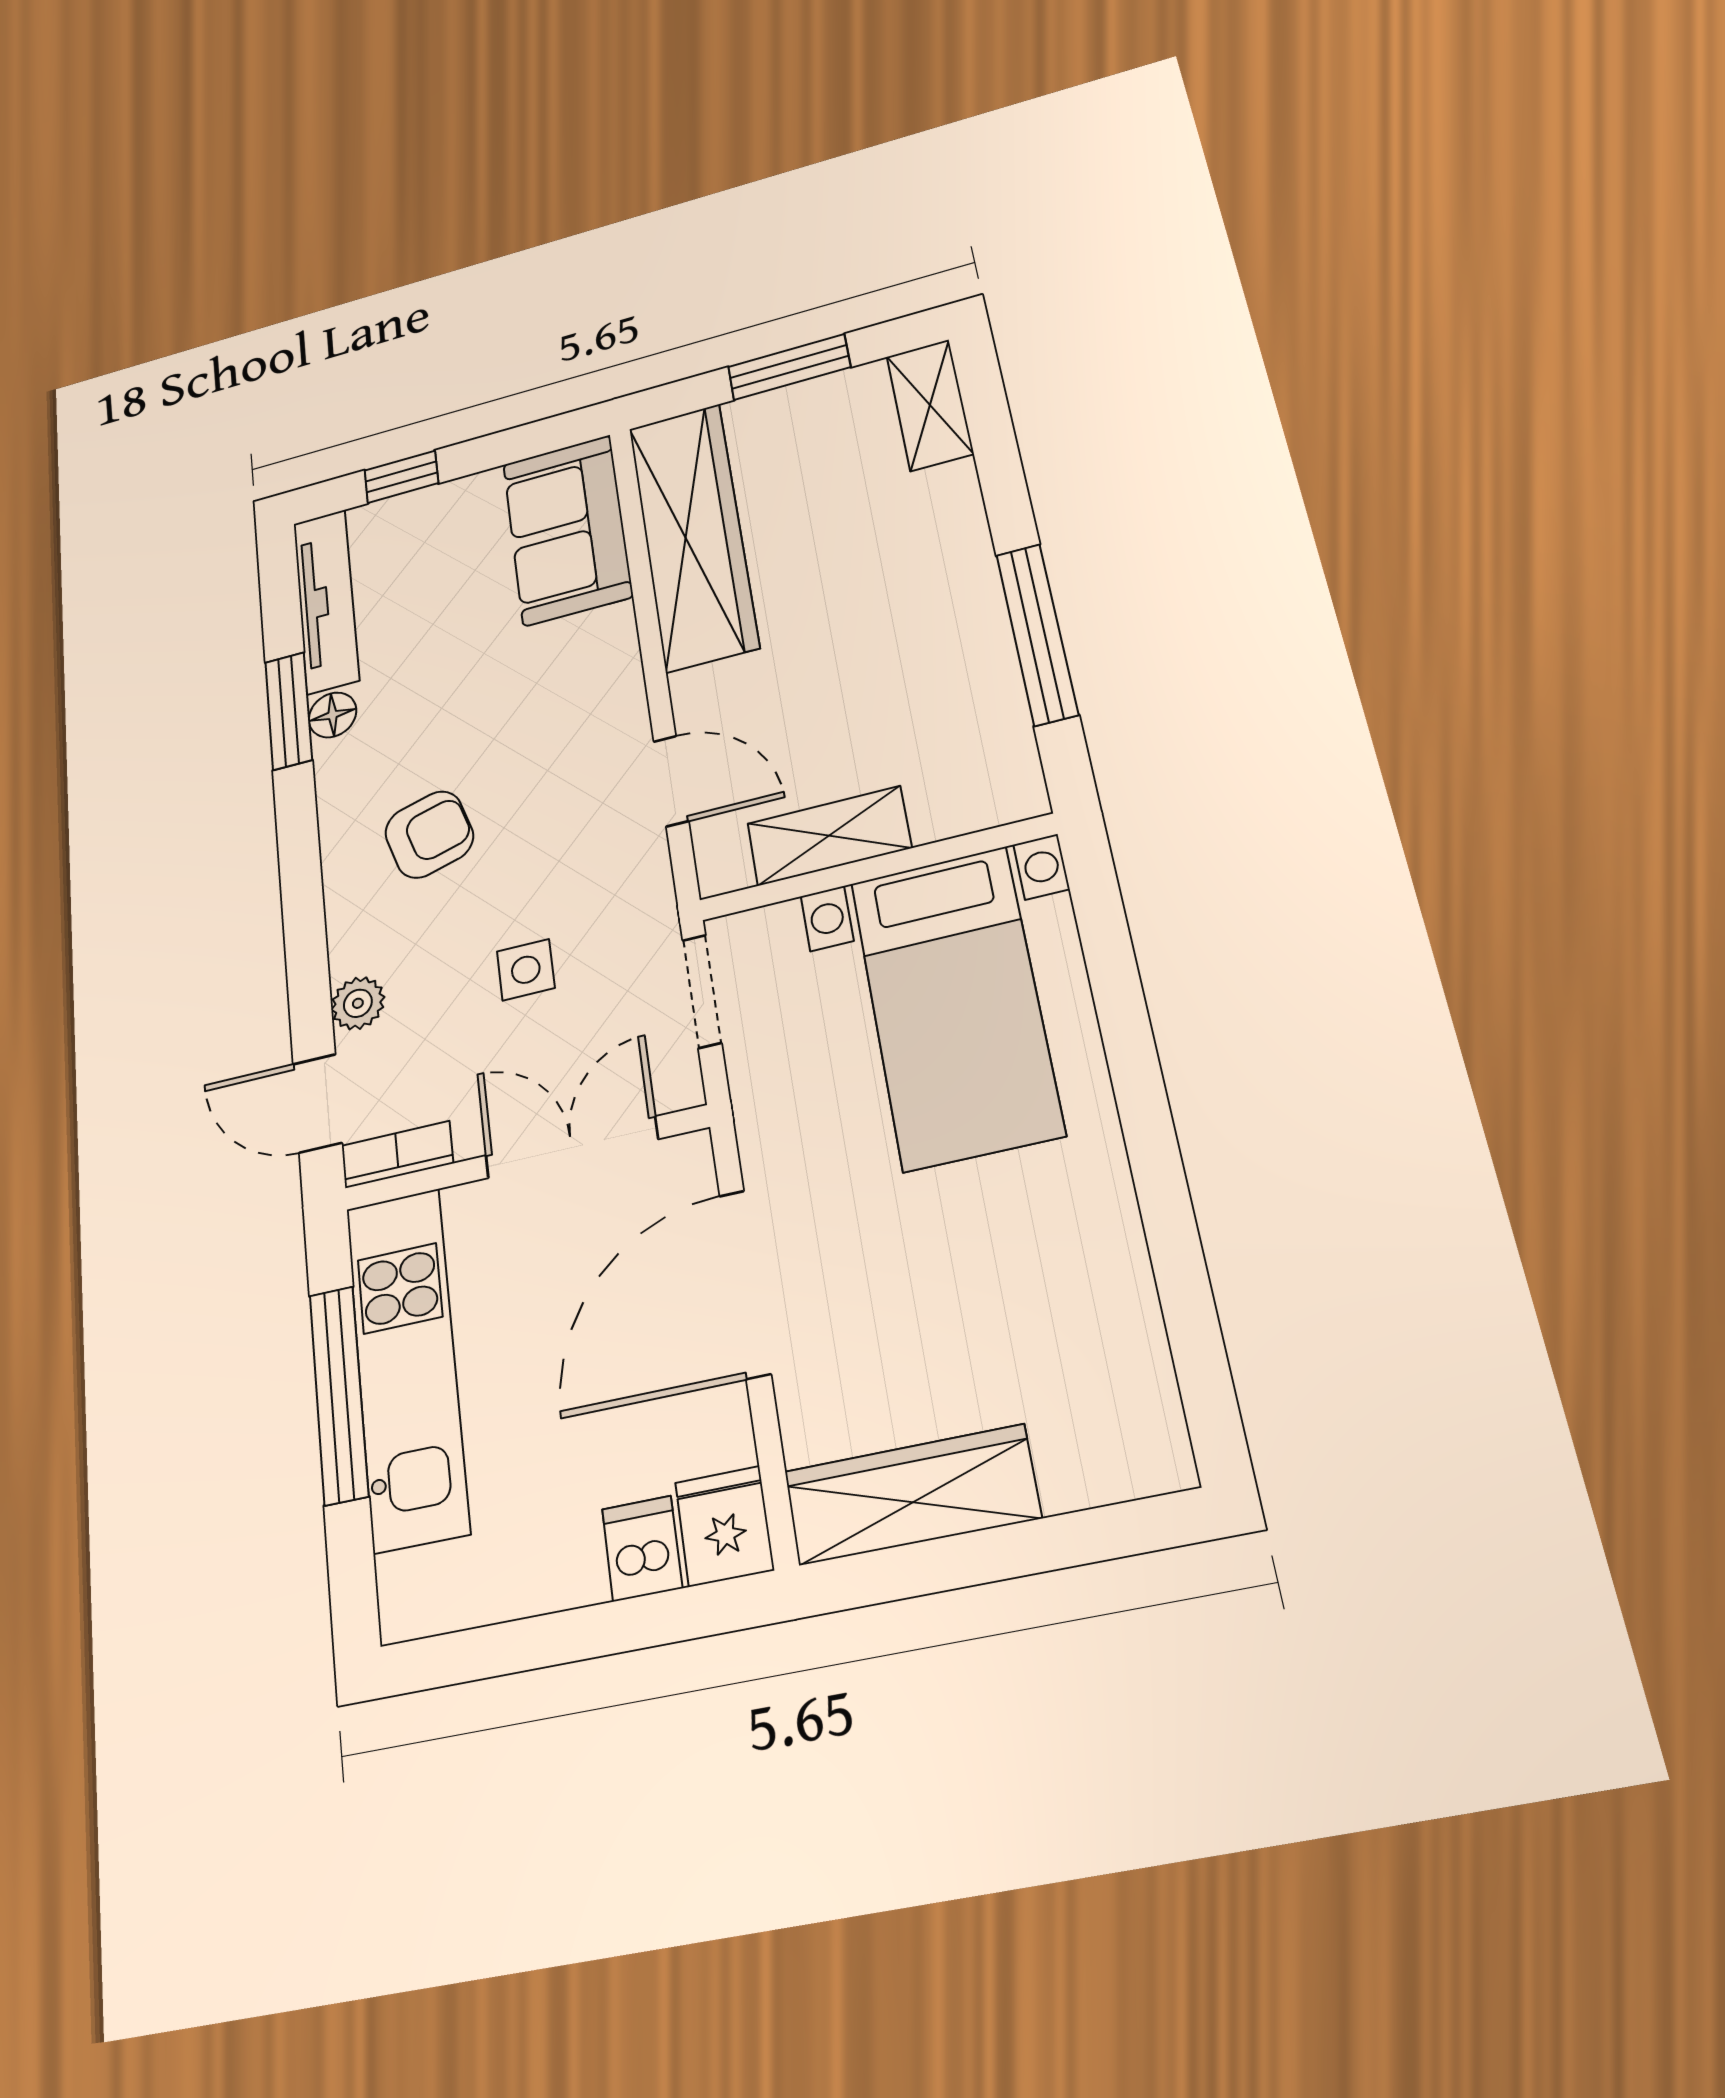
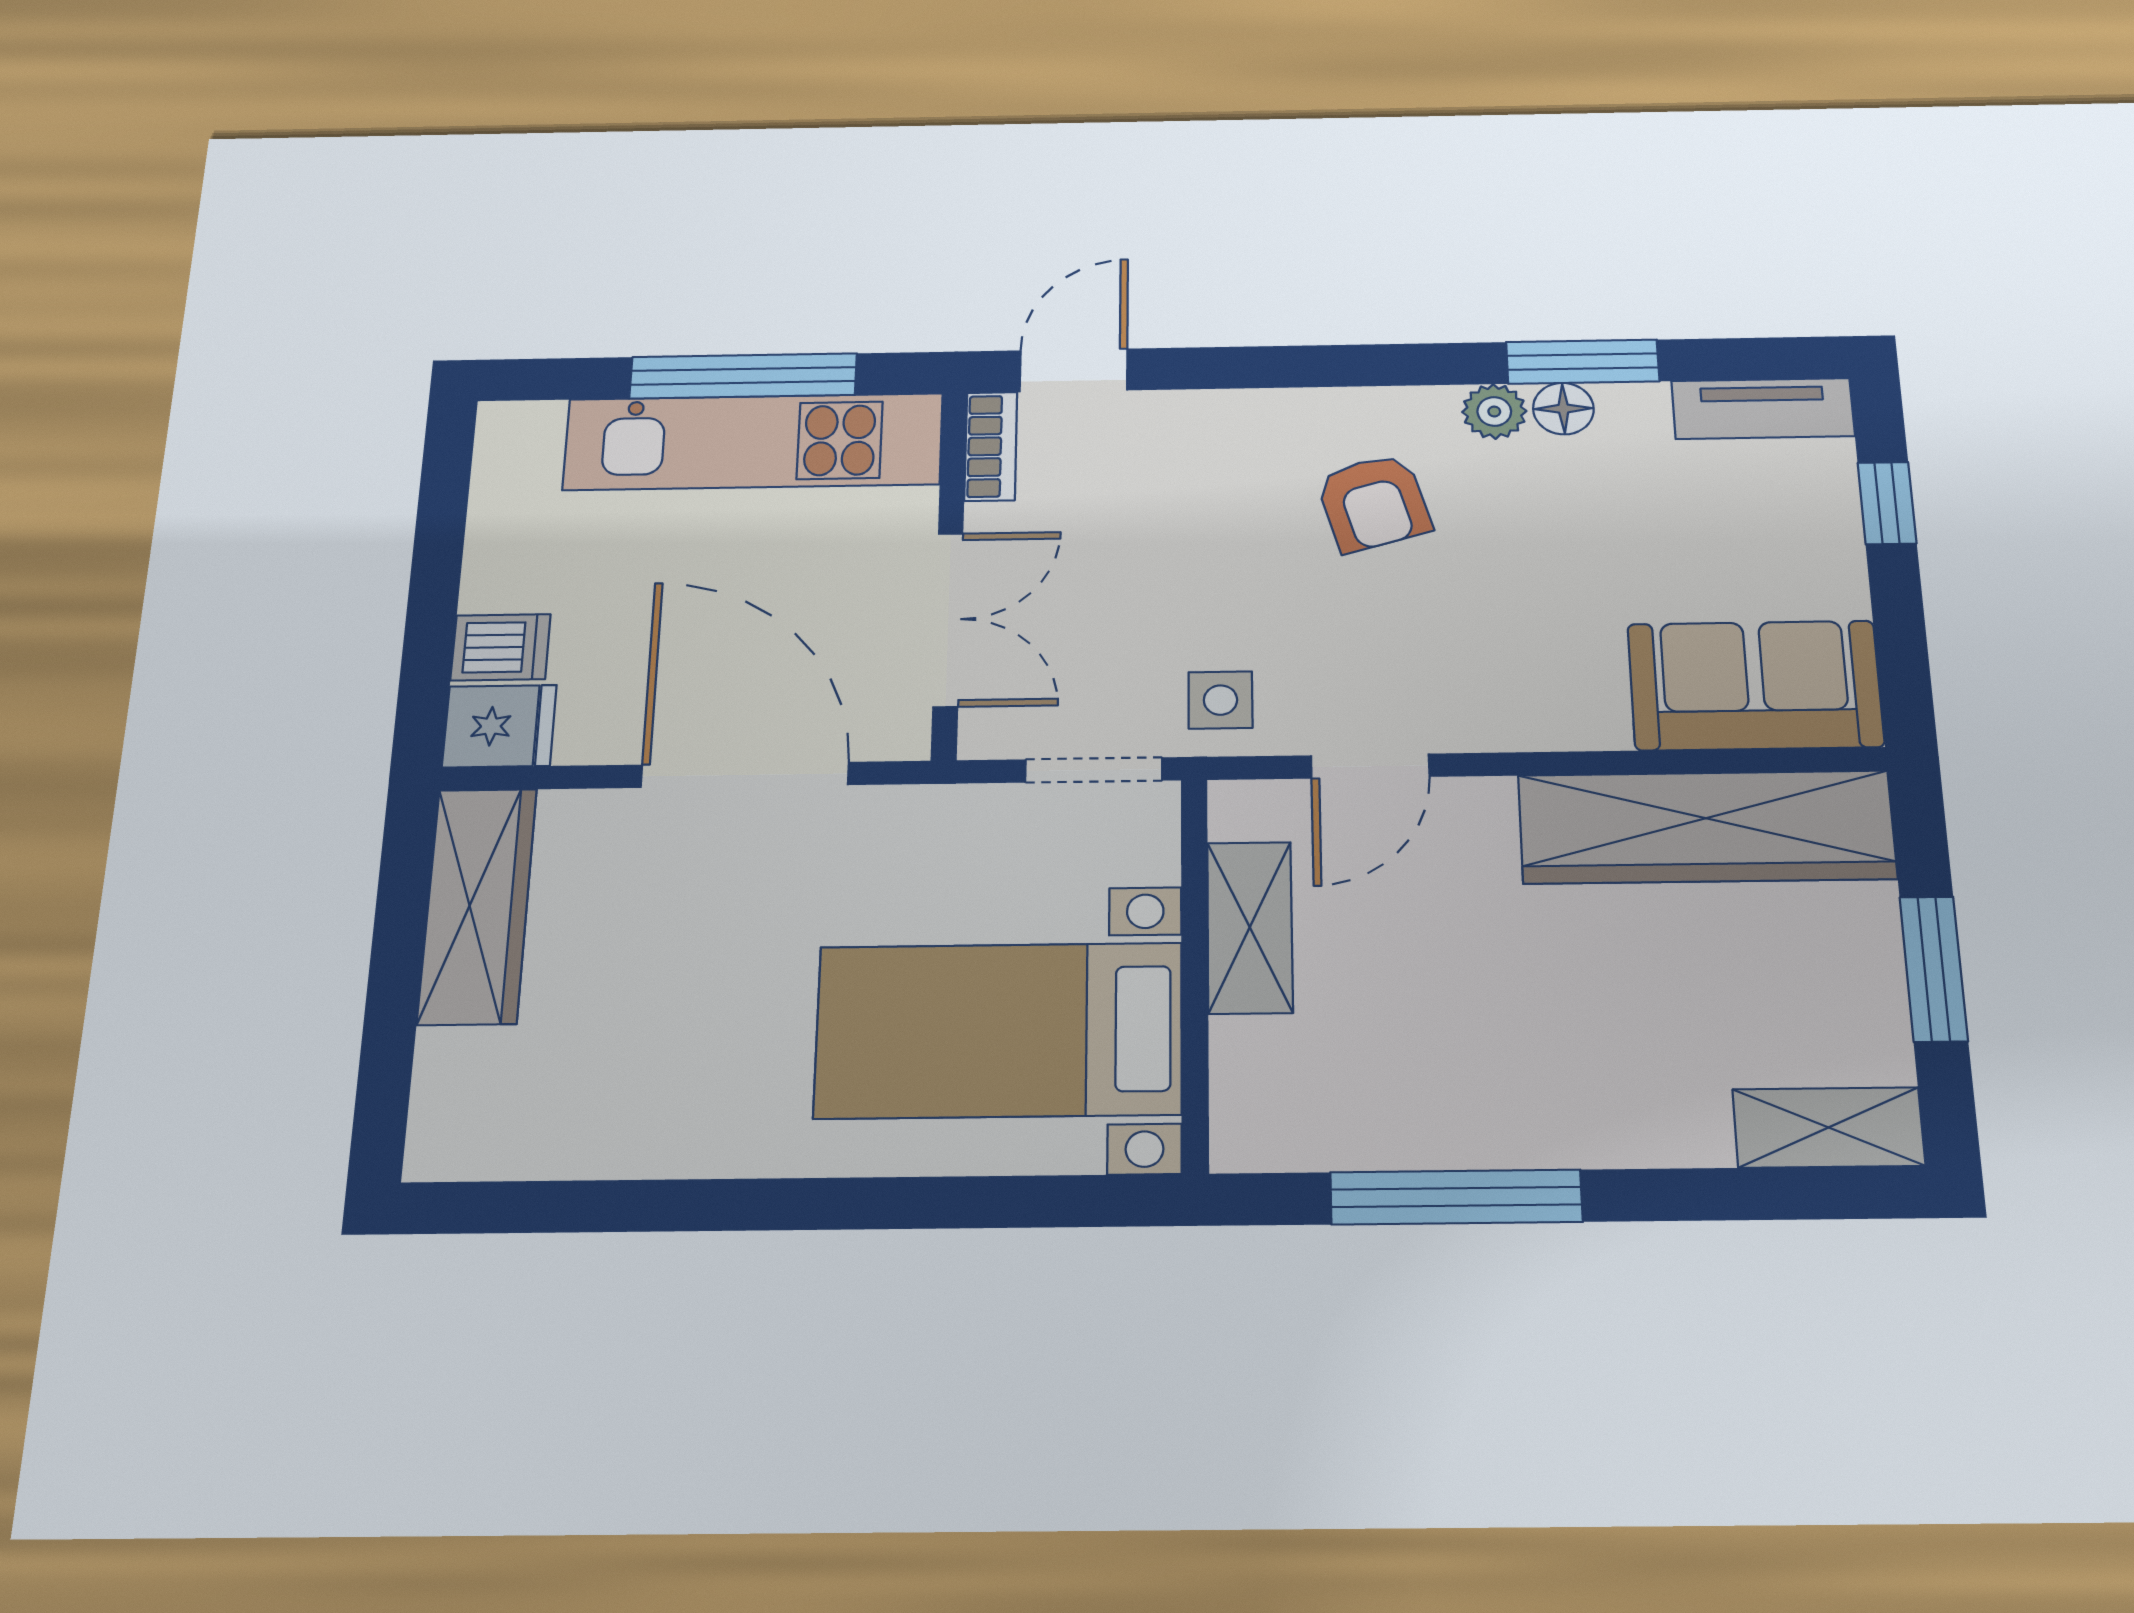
tv unit: (326, 601) -> (1763, 408), width x0.71
side table: (526, 970) -> (1220, 700), moved
plant: (358, 1003) -> (1494, 411), moved

